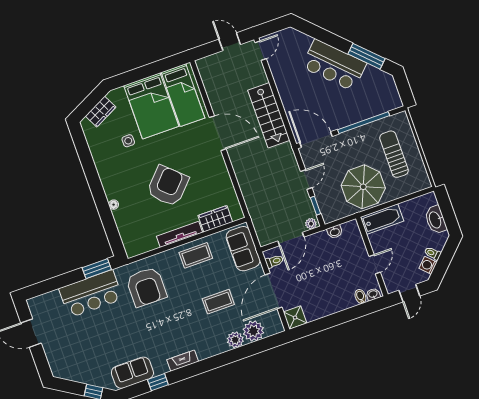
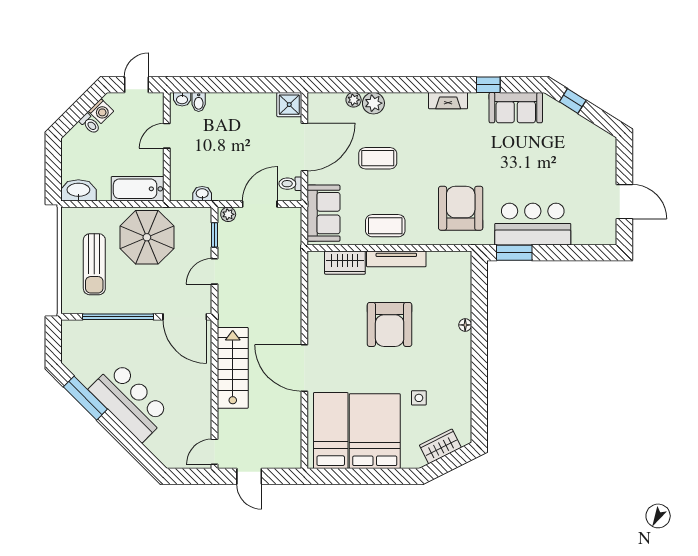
armchair: (168, 186) -> (390, 324), turned -43
washbasin: (436, 220) -> (78, 190), moved, turned -90
plant: (253, 331) -> (354, 100), width x0.53, depth x0.53

